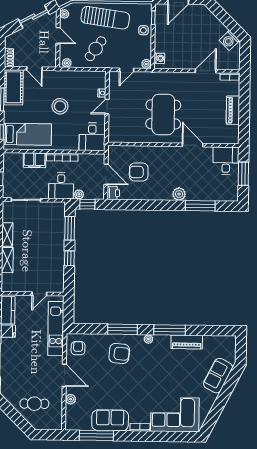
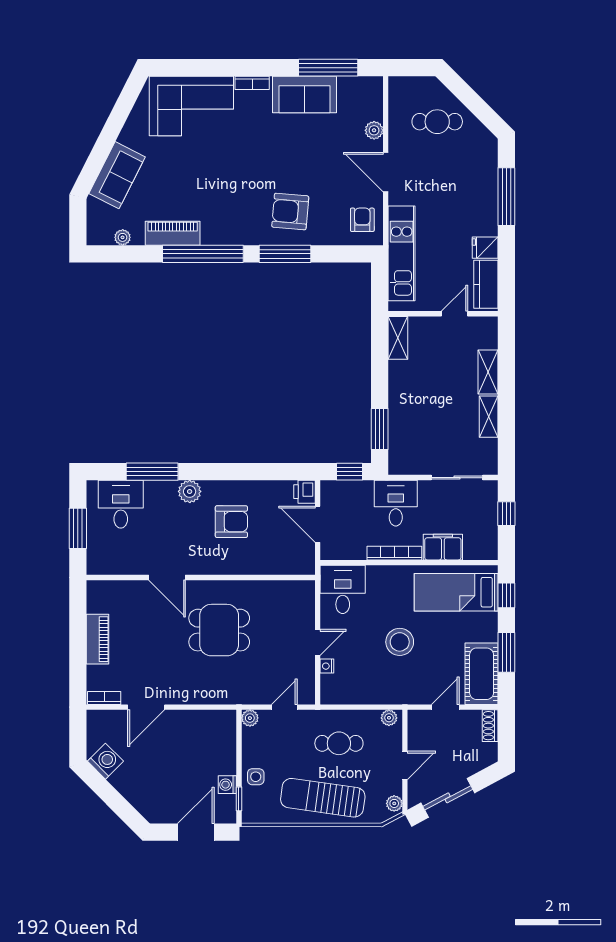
door: (58, 36) -> (405, 765), swing flipped
cafe table: (96, 49) -> (339, 743), turned 54
washing machine: (159, 58) -> (227, 785), moved
door: (34, 69) -> (445, 707), hinge flipped
dining table: (163, 114) -> (219, 630), width x0.73
desk: (226, 161) -> (121, 504), moved, turned 180
armchair: (139, 172) -> (231, 522), moved
plant: (79, 194) -> (364, 488), removed
window: (69, 258) -> (380, 377), removed
shelving: (59, 280) -> (398, 338), added
door: (39, 294) -> (455, 314), moved
window: (170, 330) -> (203, 254), width x1.46
plant: (148, 339) -> (123, 237), moved
armchair: (78, 348) -> (362, 220), turned 180

